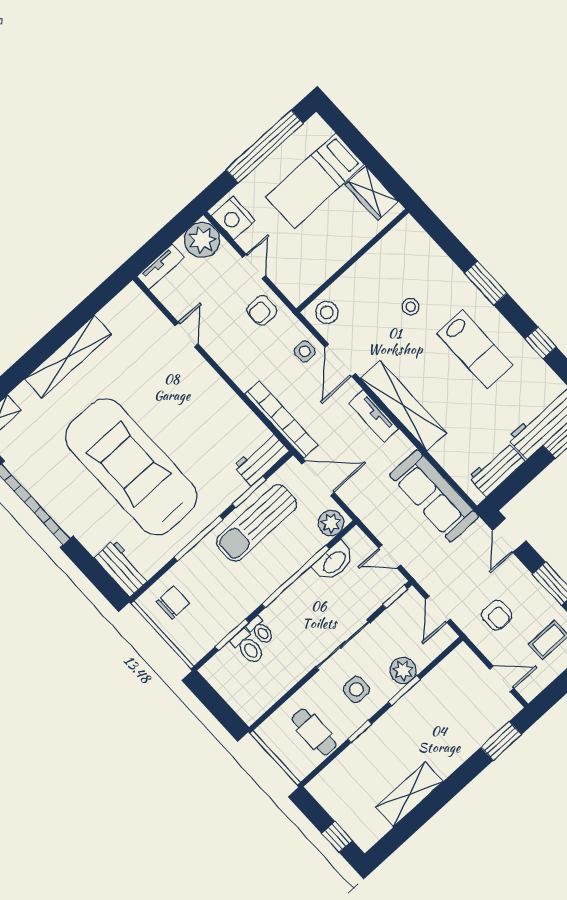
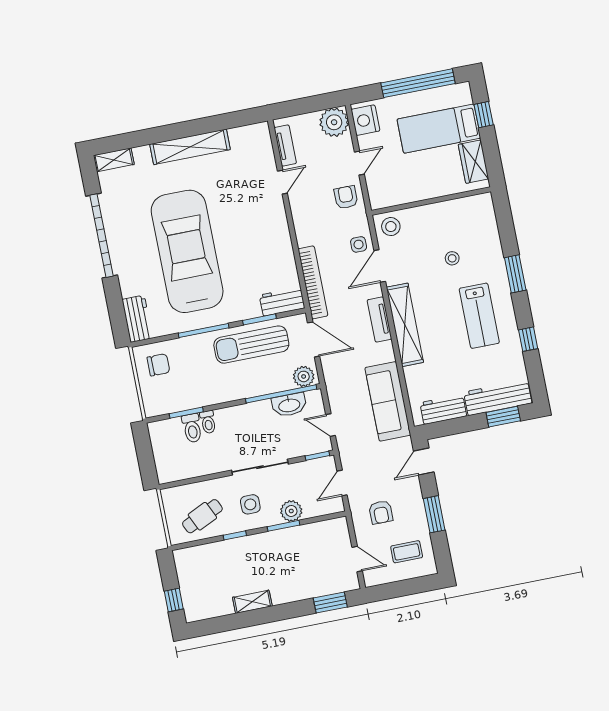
window: (353, 138) -> (484, 115), added
tv unit: (161, 267) -> (285, 145), moved, turned -90
armchair: (262, 310) -> (346, 197), turned 90
window: (296, 576) -> (281, 394), moved
cafe table: (314, 732) -> (202, 516), turned 65
shelving: (409, 794) -> (252, 602), width x0.67, depth x0.75

